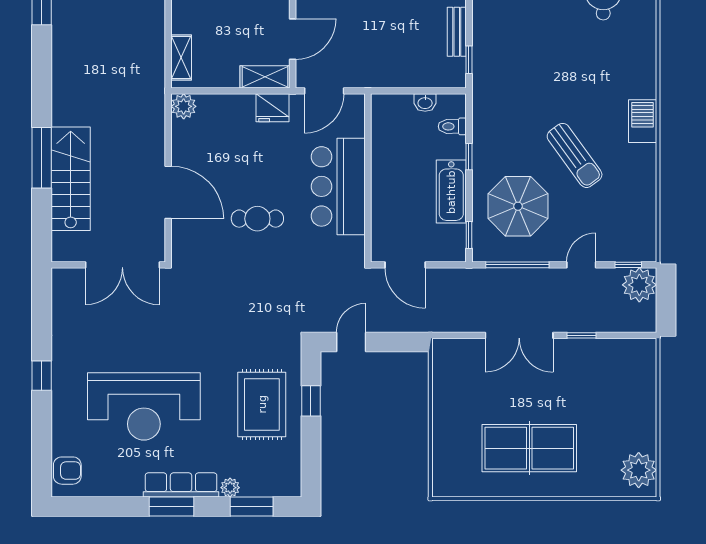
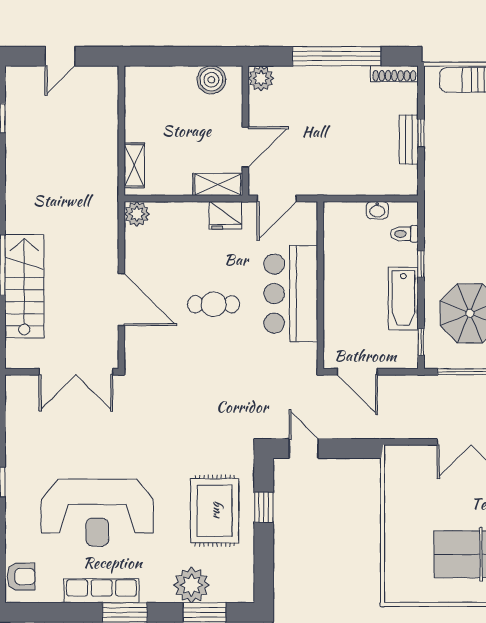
window: (469, 60) -> (421, 133), moved
cafe table: (257, 219) -> (214, 304), moved
door: (351, 342) -> (304, 448), hinge flipped
row of seats: (181, 485) -> (102, 591), moved
plant: (230, 488) -> (191, 585), width x1.87, depth x1.87

